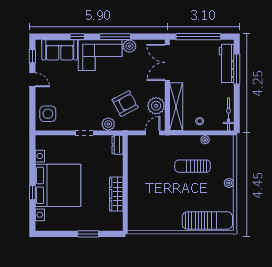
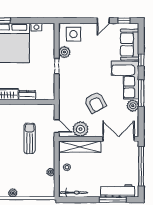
armchair: (125, 104) -> (95, 102), moved
plant: (108, 124) -> (64, 52), moved
dresser: (117, 145) -> (27, 95), moved
sun lounger: (193, 166) -> (30, 138), moved

